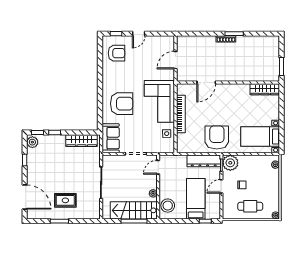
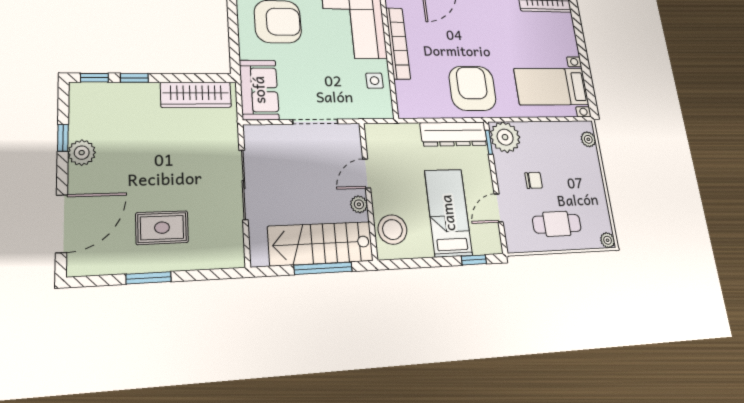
plant: (32, 142) -> (82, 153), moved
door: (158, 167) -> (367, 174), moved
door: (221, 186) -> (499, 208), moved
door: (25, 197) -> (61, 224), hinge flipped

